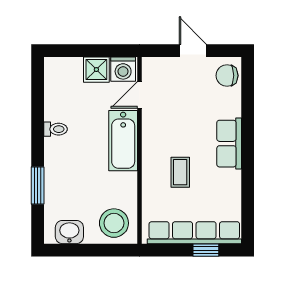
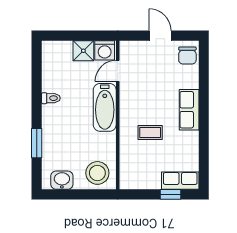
chair: (227, 76) -> (187, 56), turned -90
coffee table: (180, 172) -> (150, 132), turned 90
row of seats: (194, 233) -> (180, 181), width x0.50

